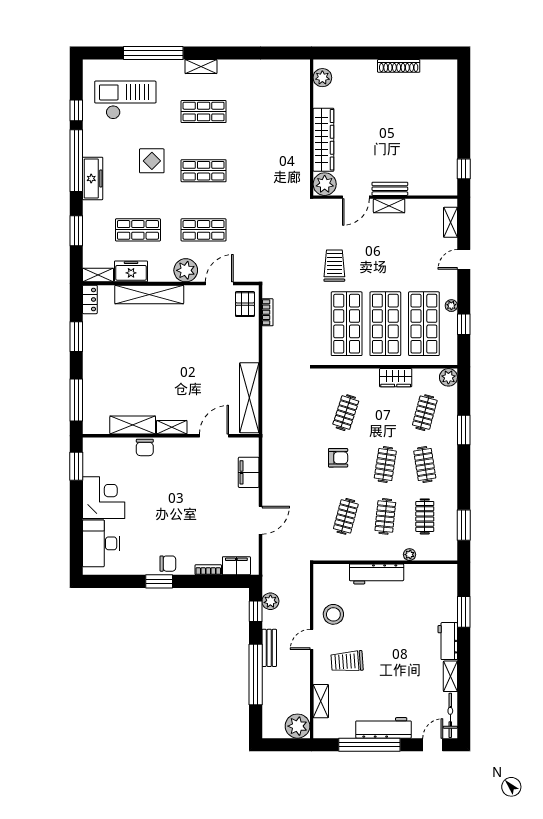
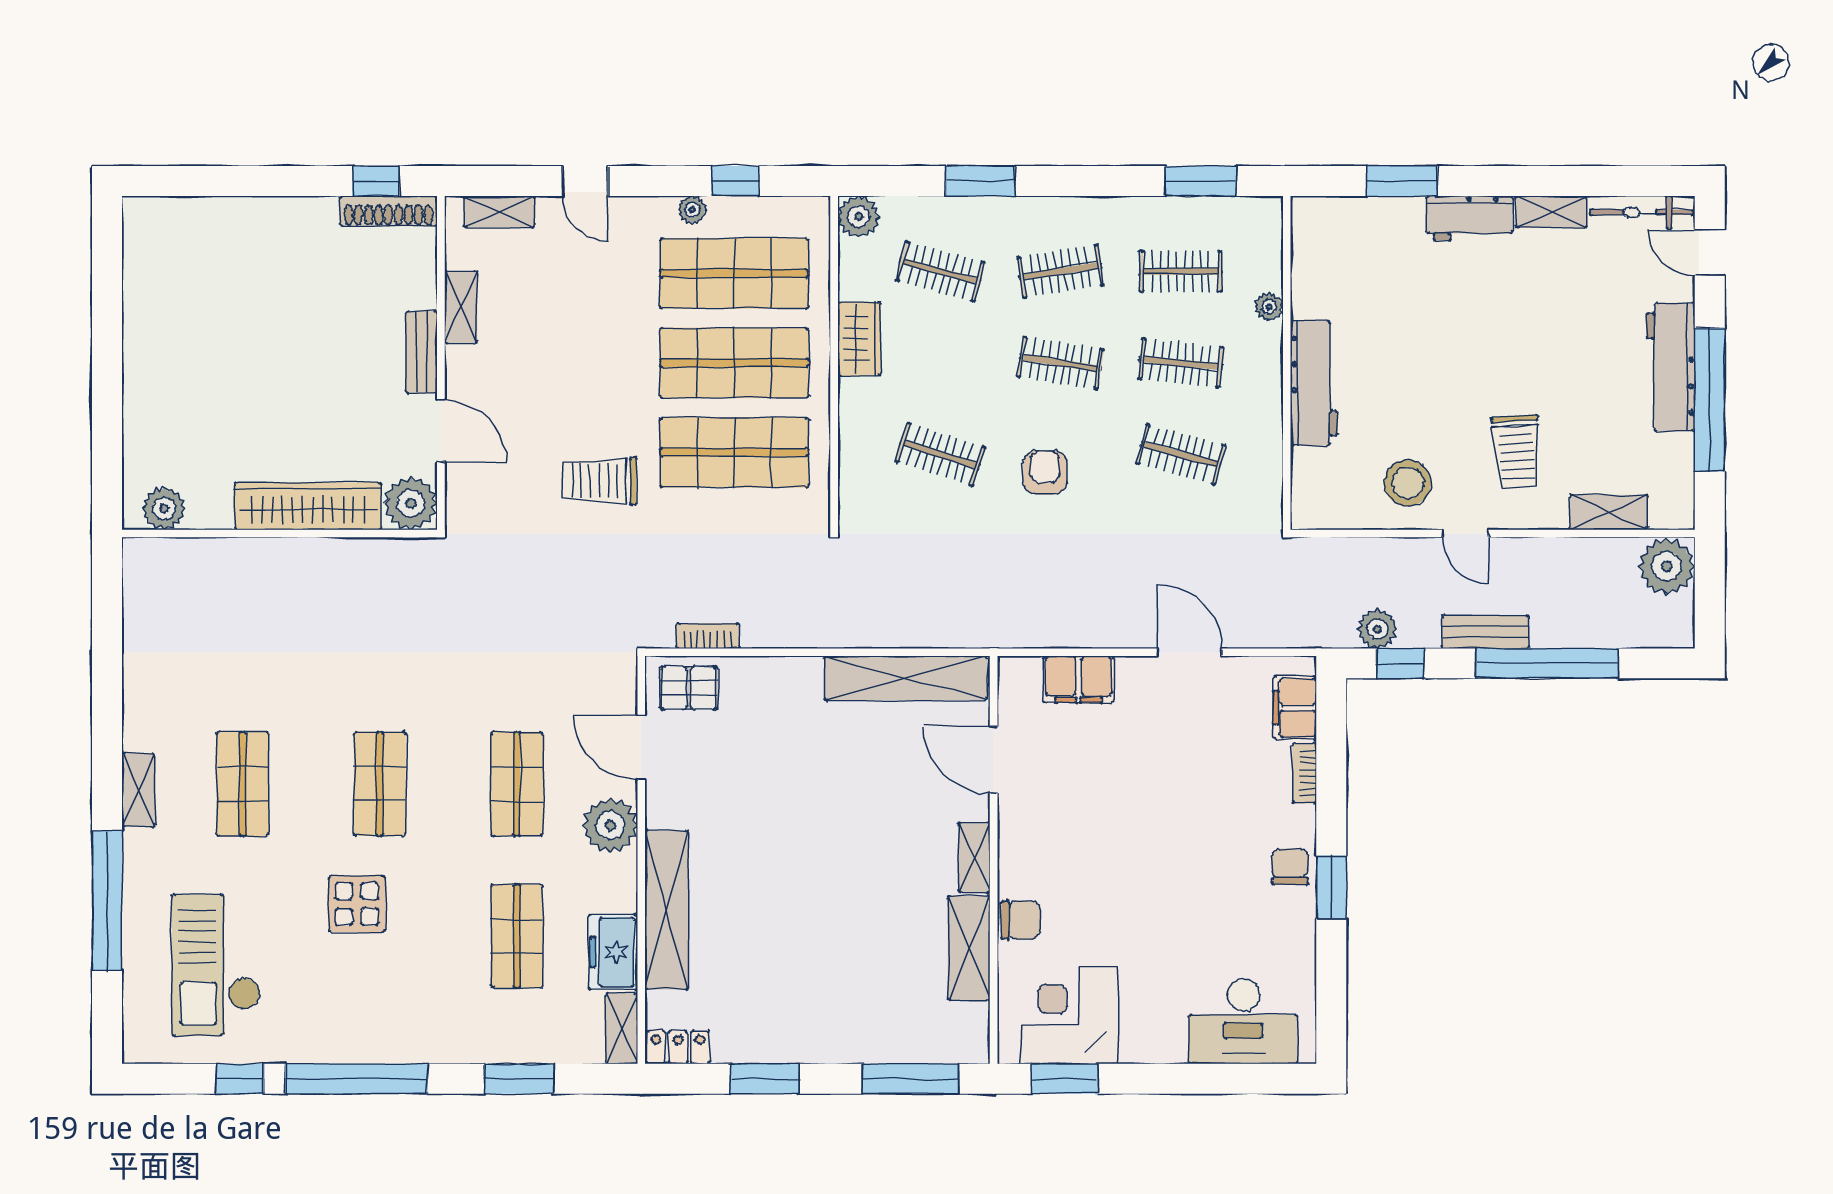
shoe rack: (399, 66) -> (388, 211), moved, turned 90
freezer: (93, 178) -> (398, 1041), removed
shelving: (389, 206) -> (461, 307), moved
corner desk: (104, 498) -> (1069, 1015), moved

